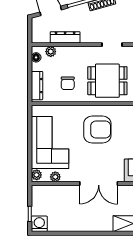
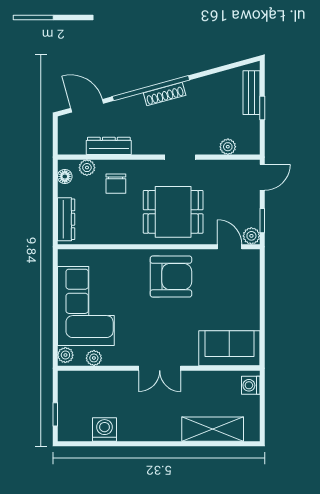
chair: (68, 83) -> (116, 184), moved
armchair: (97, 130) -> (171, 277), moved
double door: (99, 184) -> (160, 368), width x0.73
washing machine: (39, 224) -> (105, 429), moved

